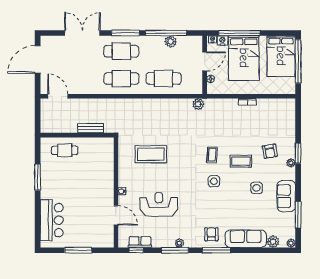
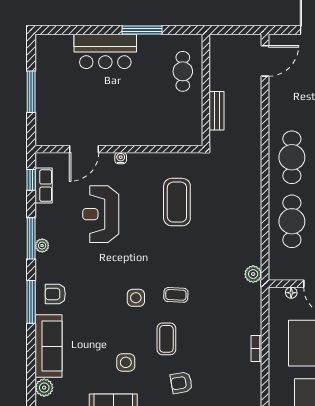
reception desk: (159, 204) -> (101, 214), turned 180
bar counter: (52, 220) -> (105, 51), moved
armchair: (211, 234) -> (55, 294), turned 180

